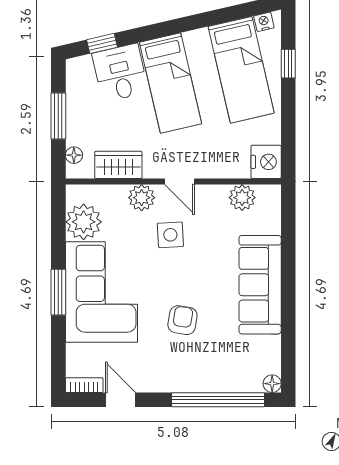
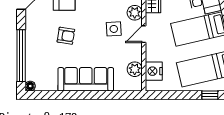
nightstand: (266, 162) -> (154, 71), moved, turned 90

